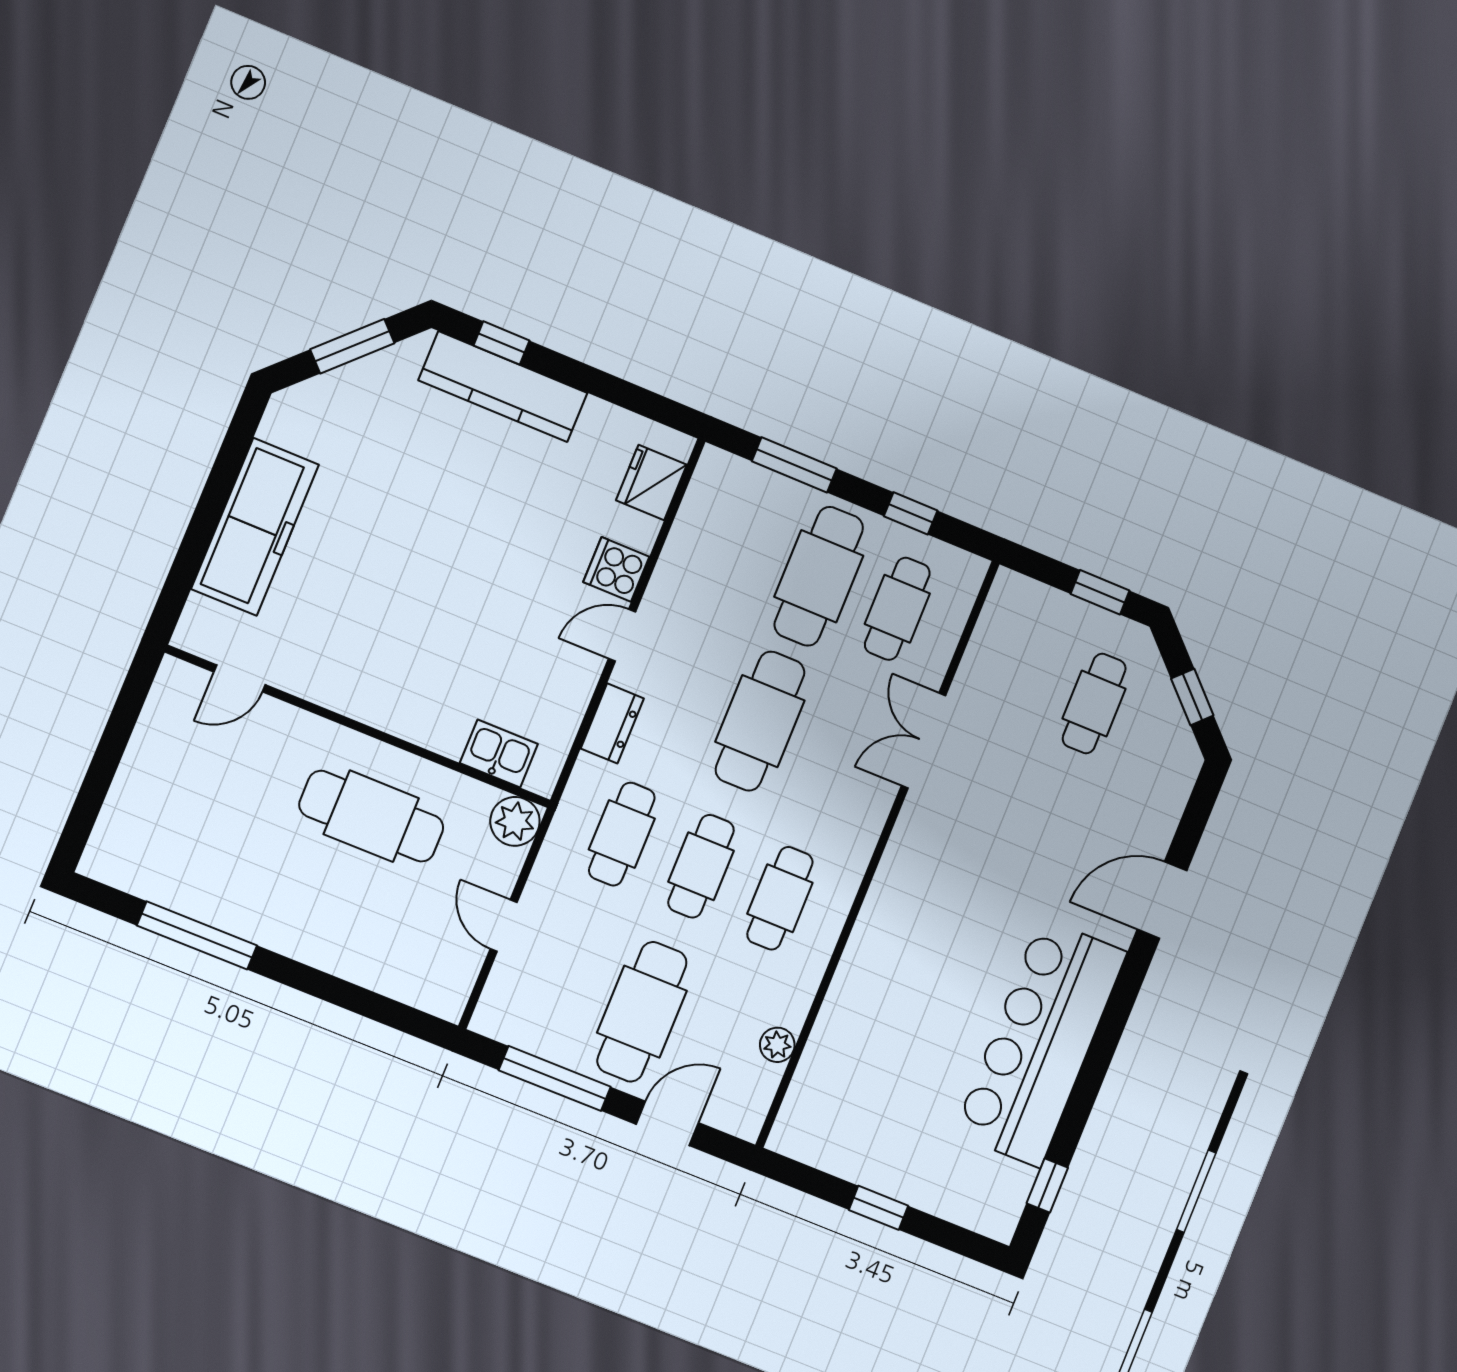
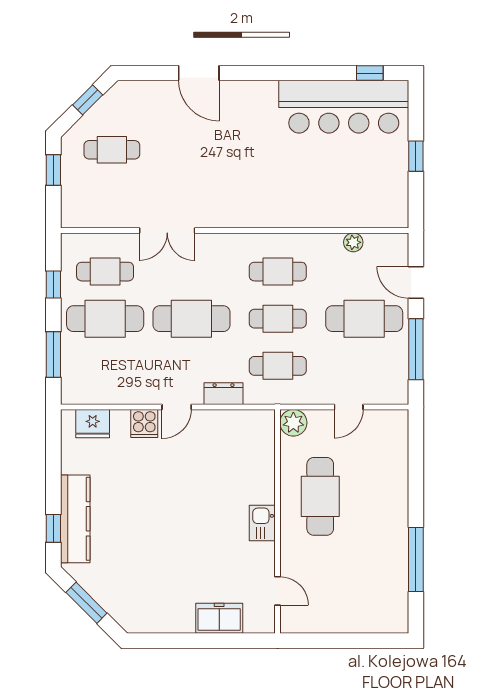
freezer: (255, 527) -> (219, 618), width x0.52, depth x0.79
door: (622, 635) -> (177, 407), hinge flipped
kitchen sink: (499, 754) -> (262, 523), moved
bar counter: (1040, 1043) -> (344, 107), moved

